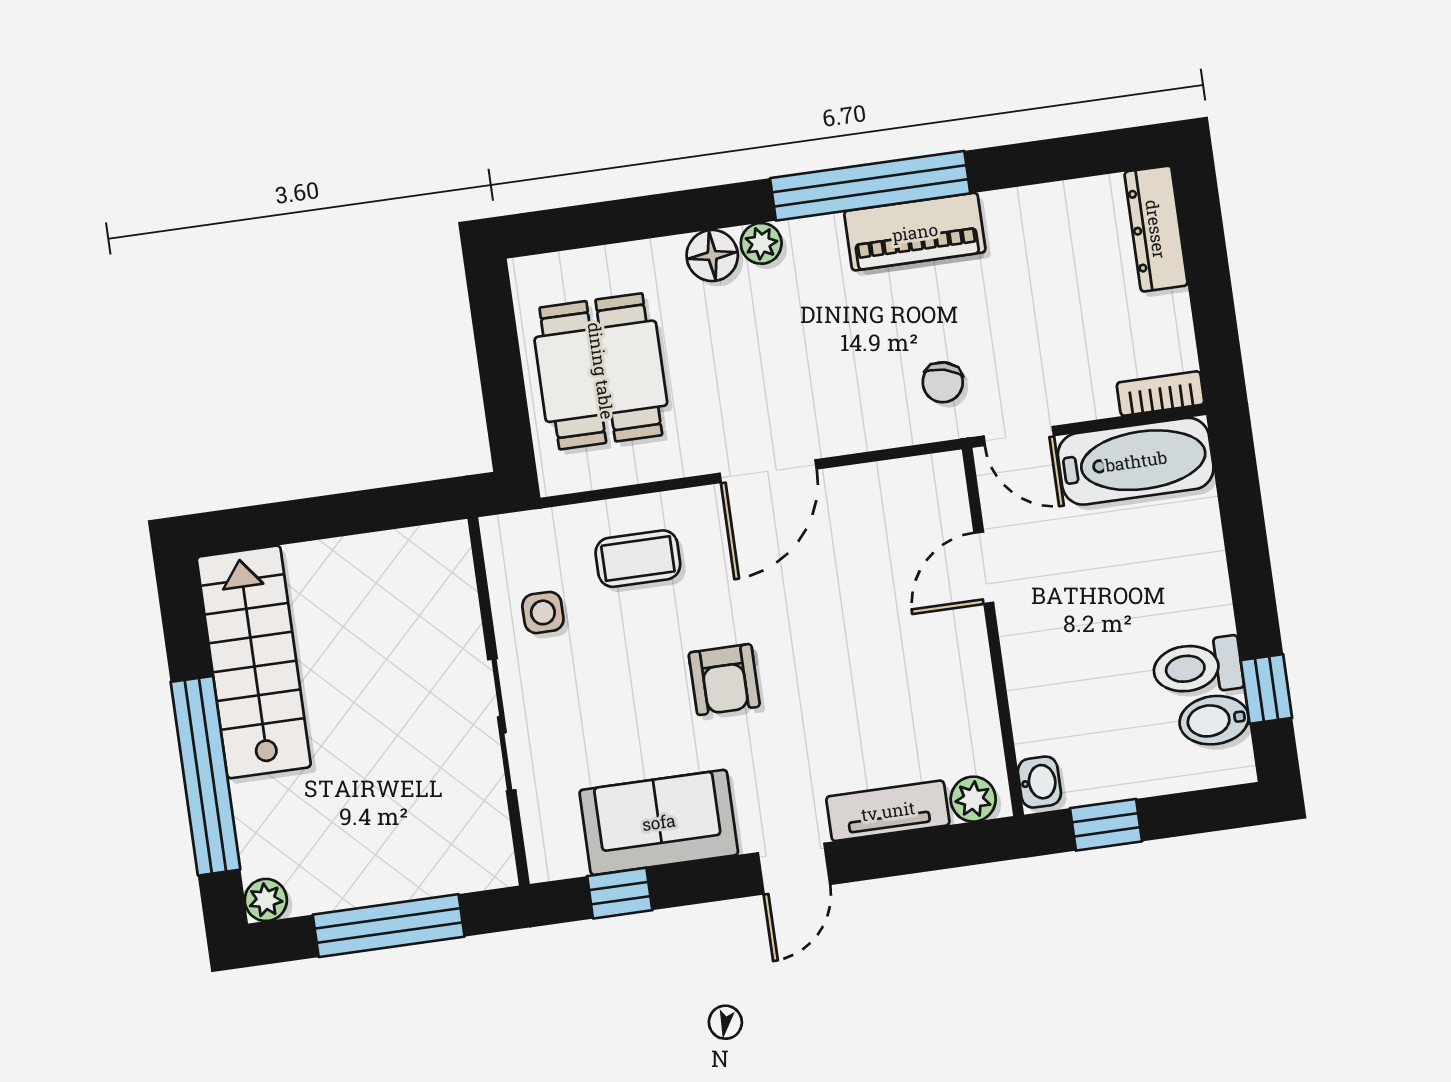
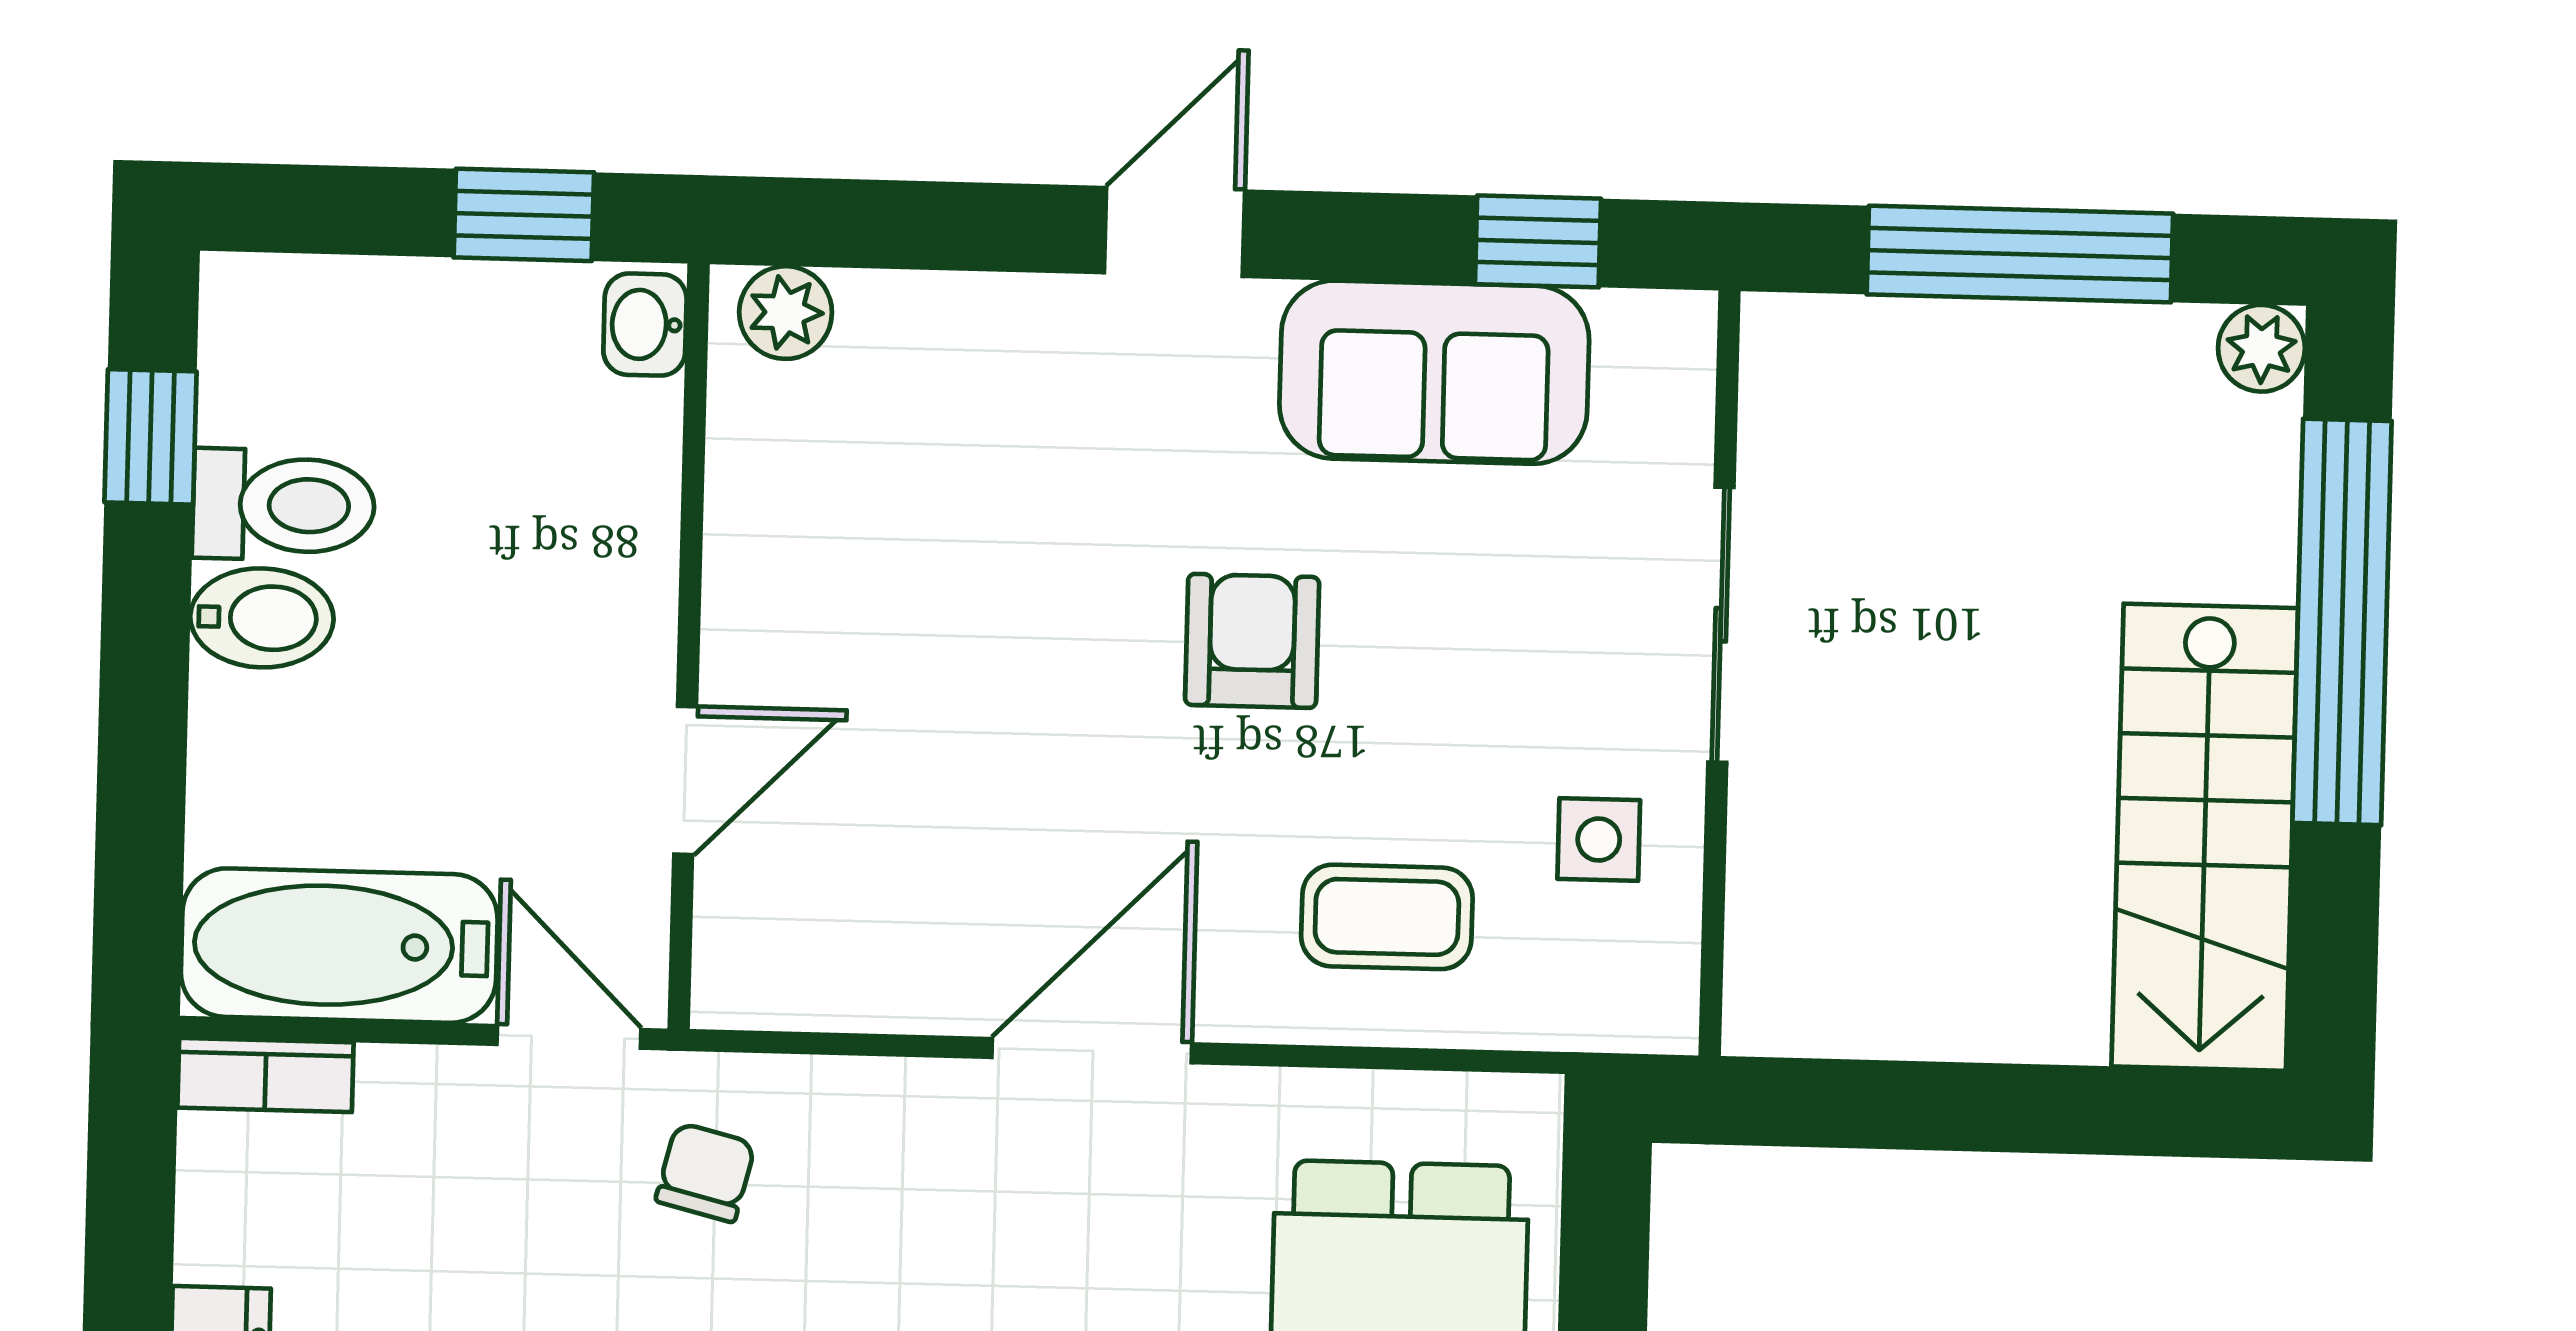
bidet: (1214, 720) -> (262, 618), moved
tv unit: (888, 811) -> (963, 318), removed

